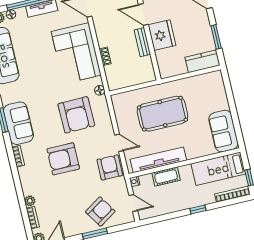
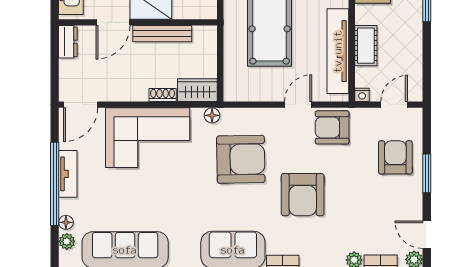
bench: (142, 42) -> (162, 34), width x1.36
wardrobe: (113, 77) -> (197, 90), added
armchair: (100, 212) -> (395, 157), turned 33

